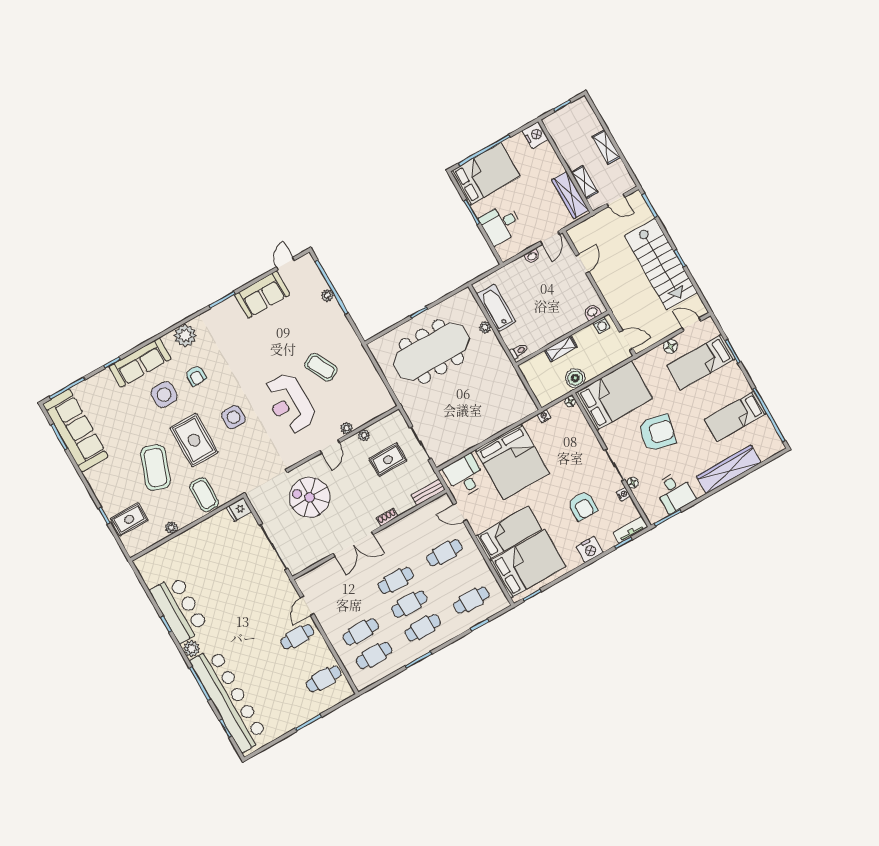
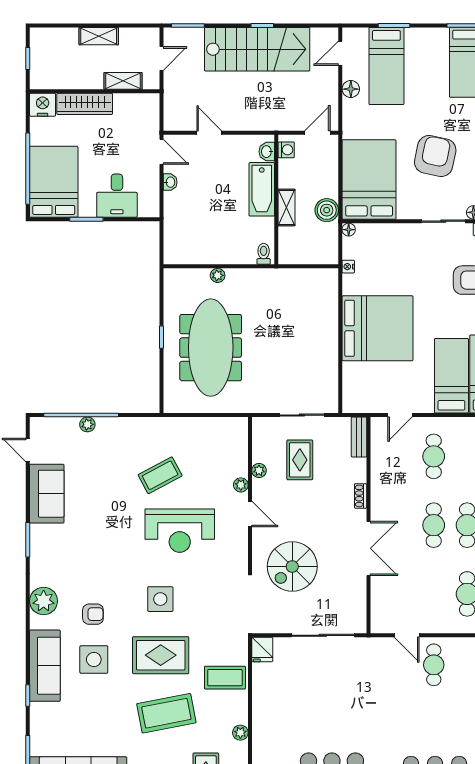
wardrobe: (570, 195) -> (85, 104), moved
bathtub: (496, 308) -> (262, 189), moved, turned -90
coffee table: (155, 467) -> (166, 713), turned -31
desk: (465, 476) -> (364, 387), removed

